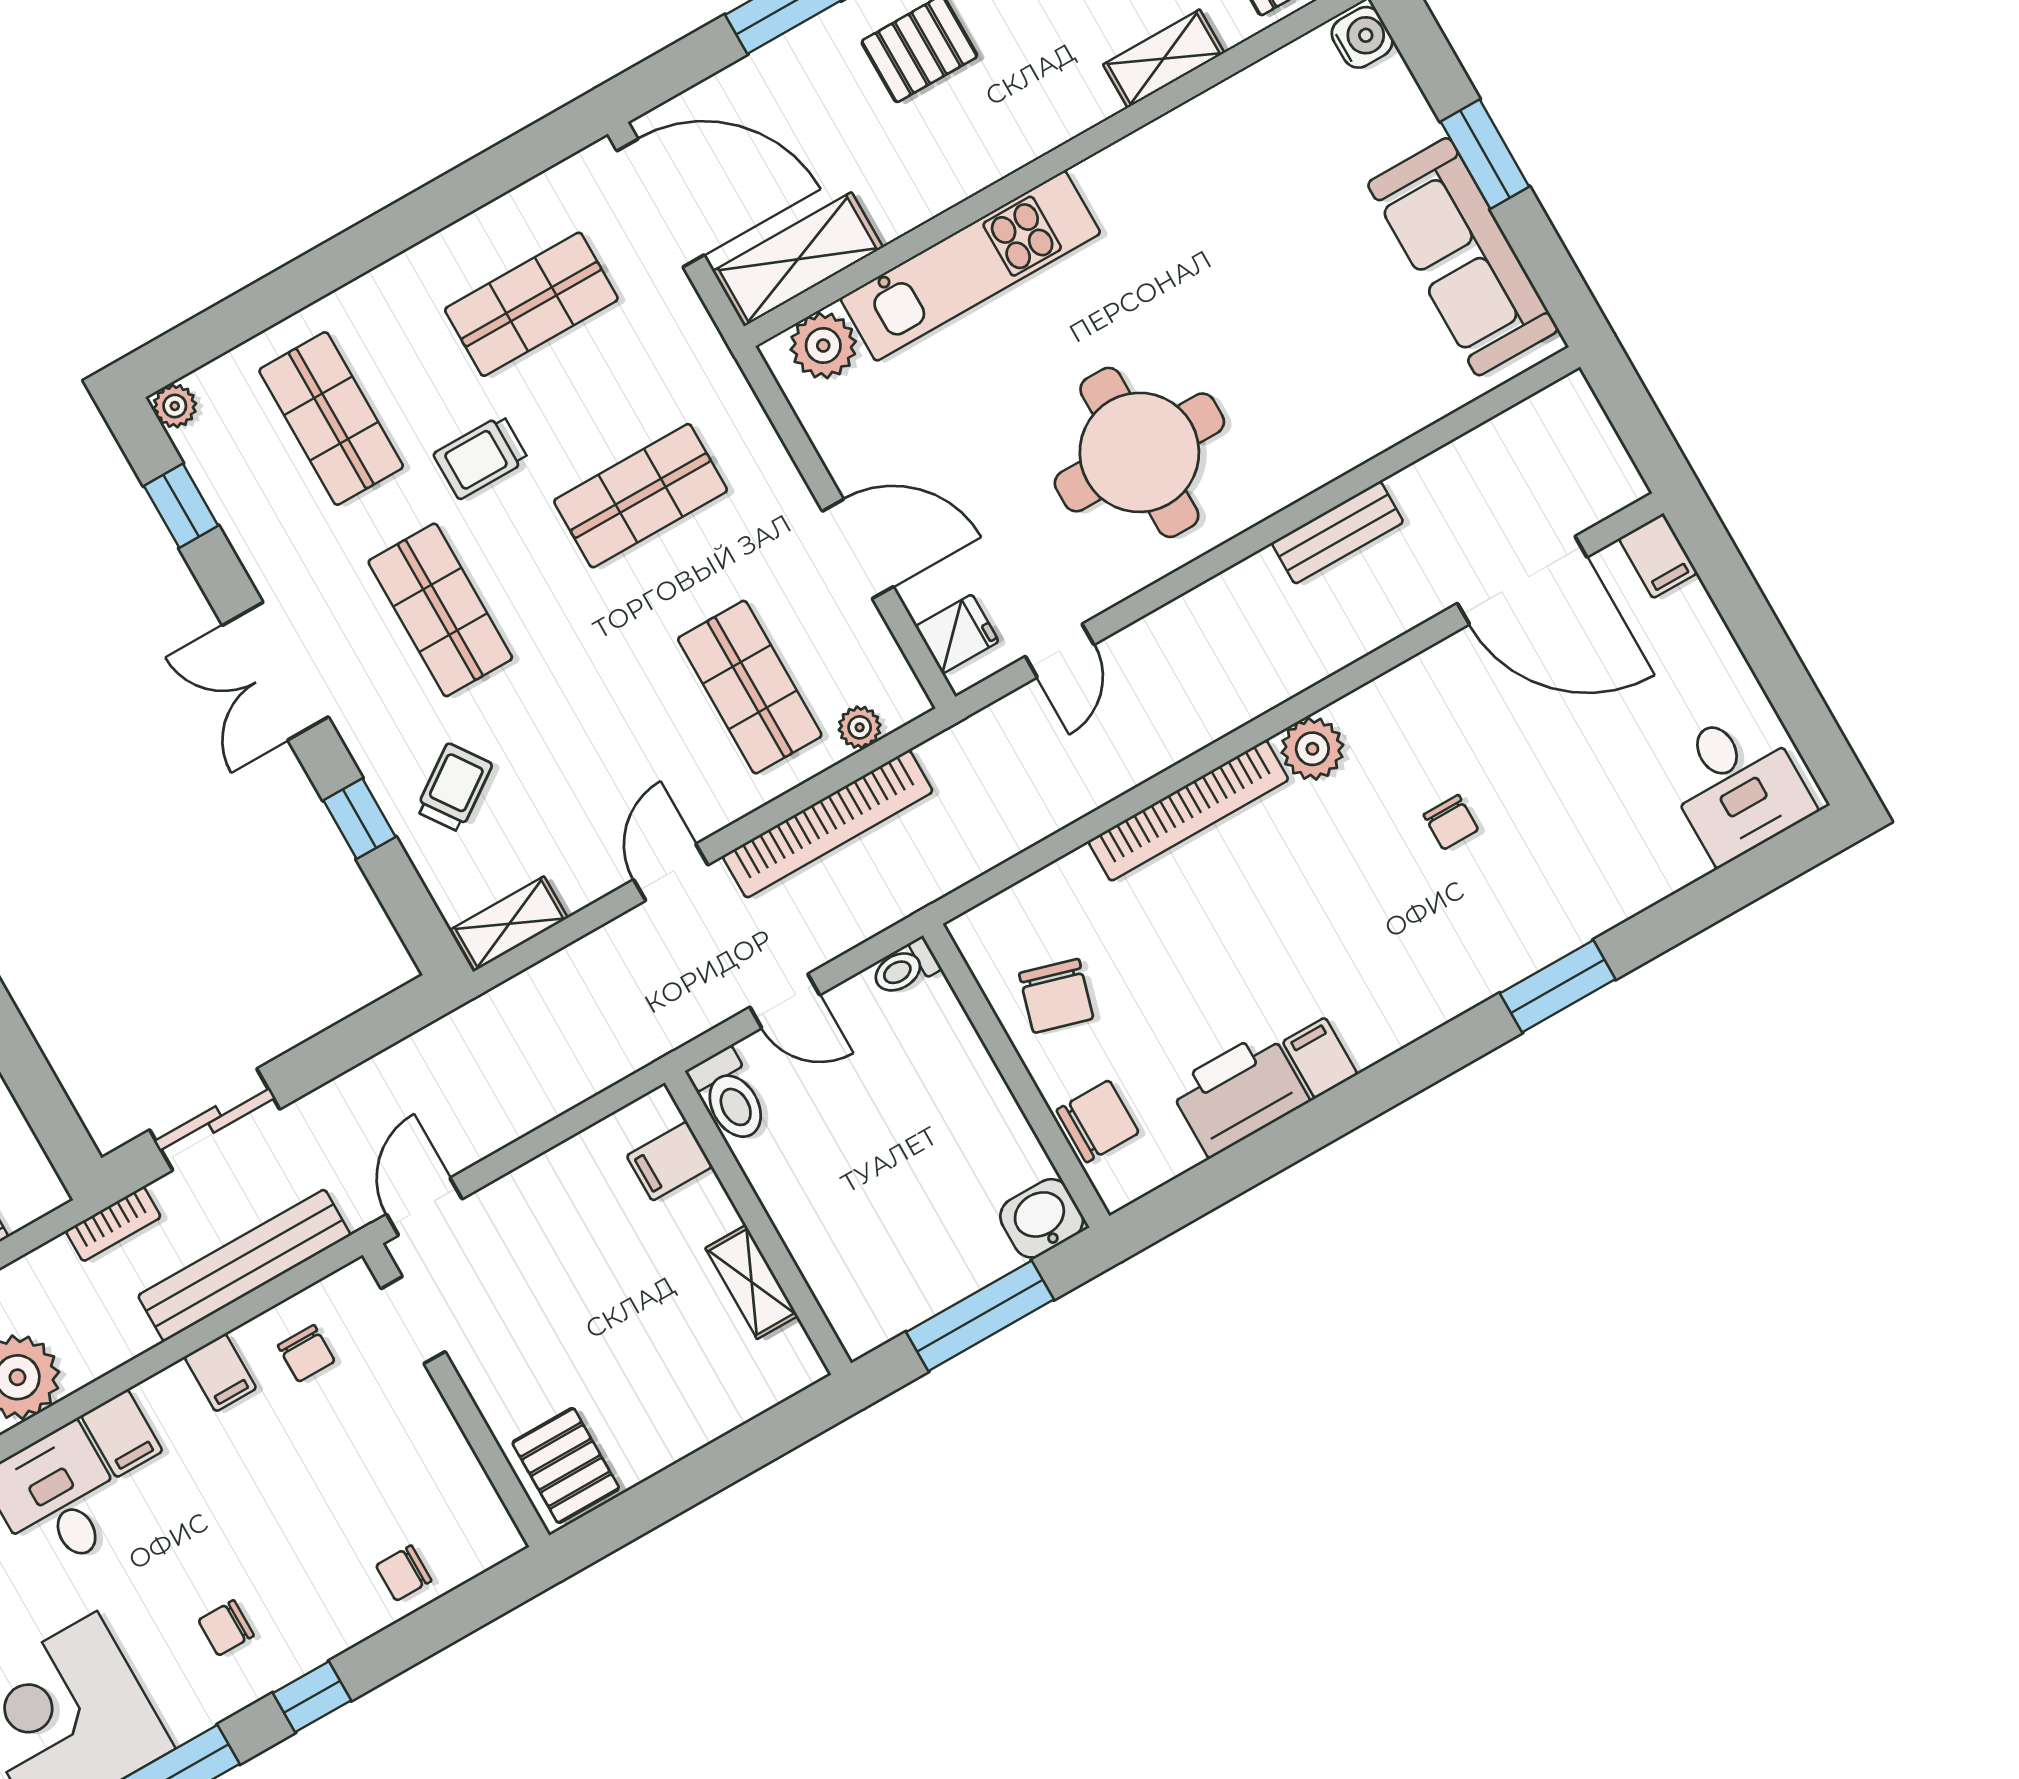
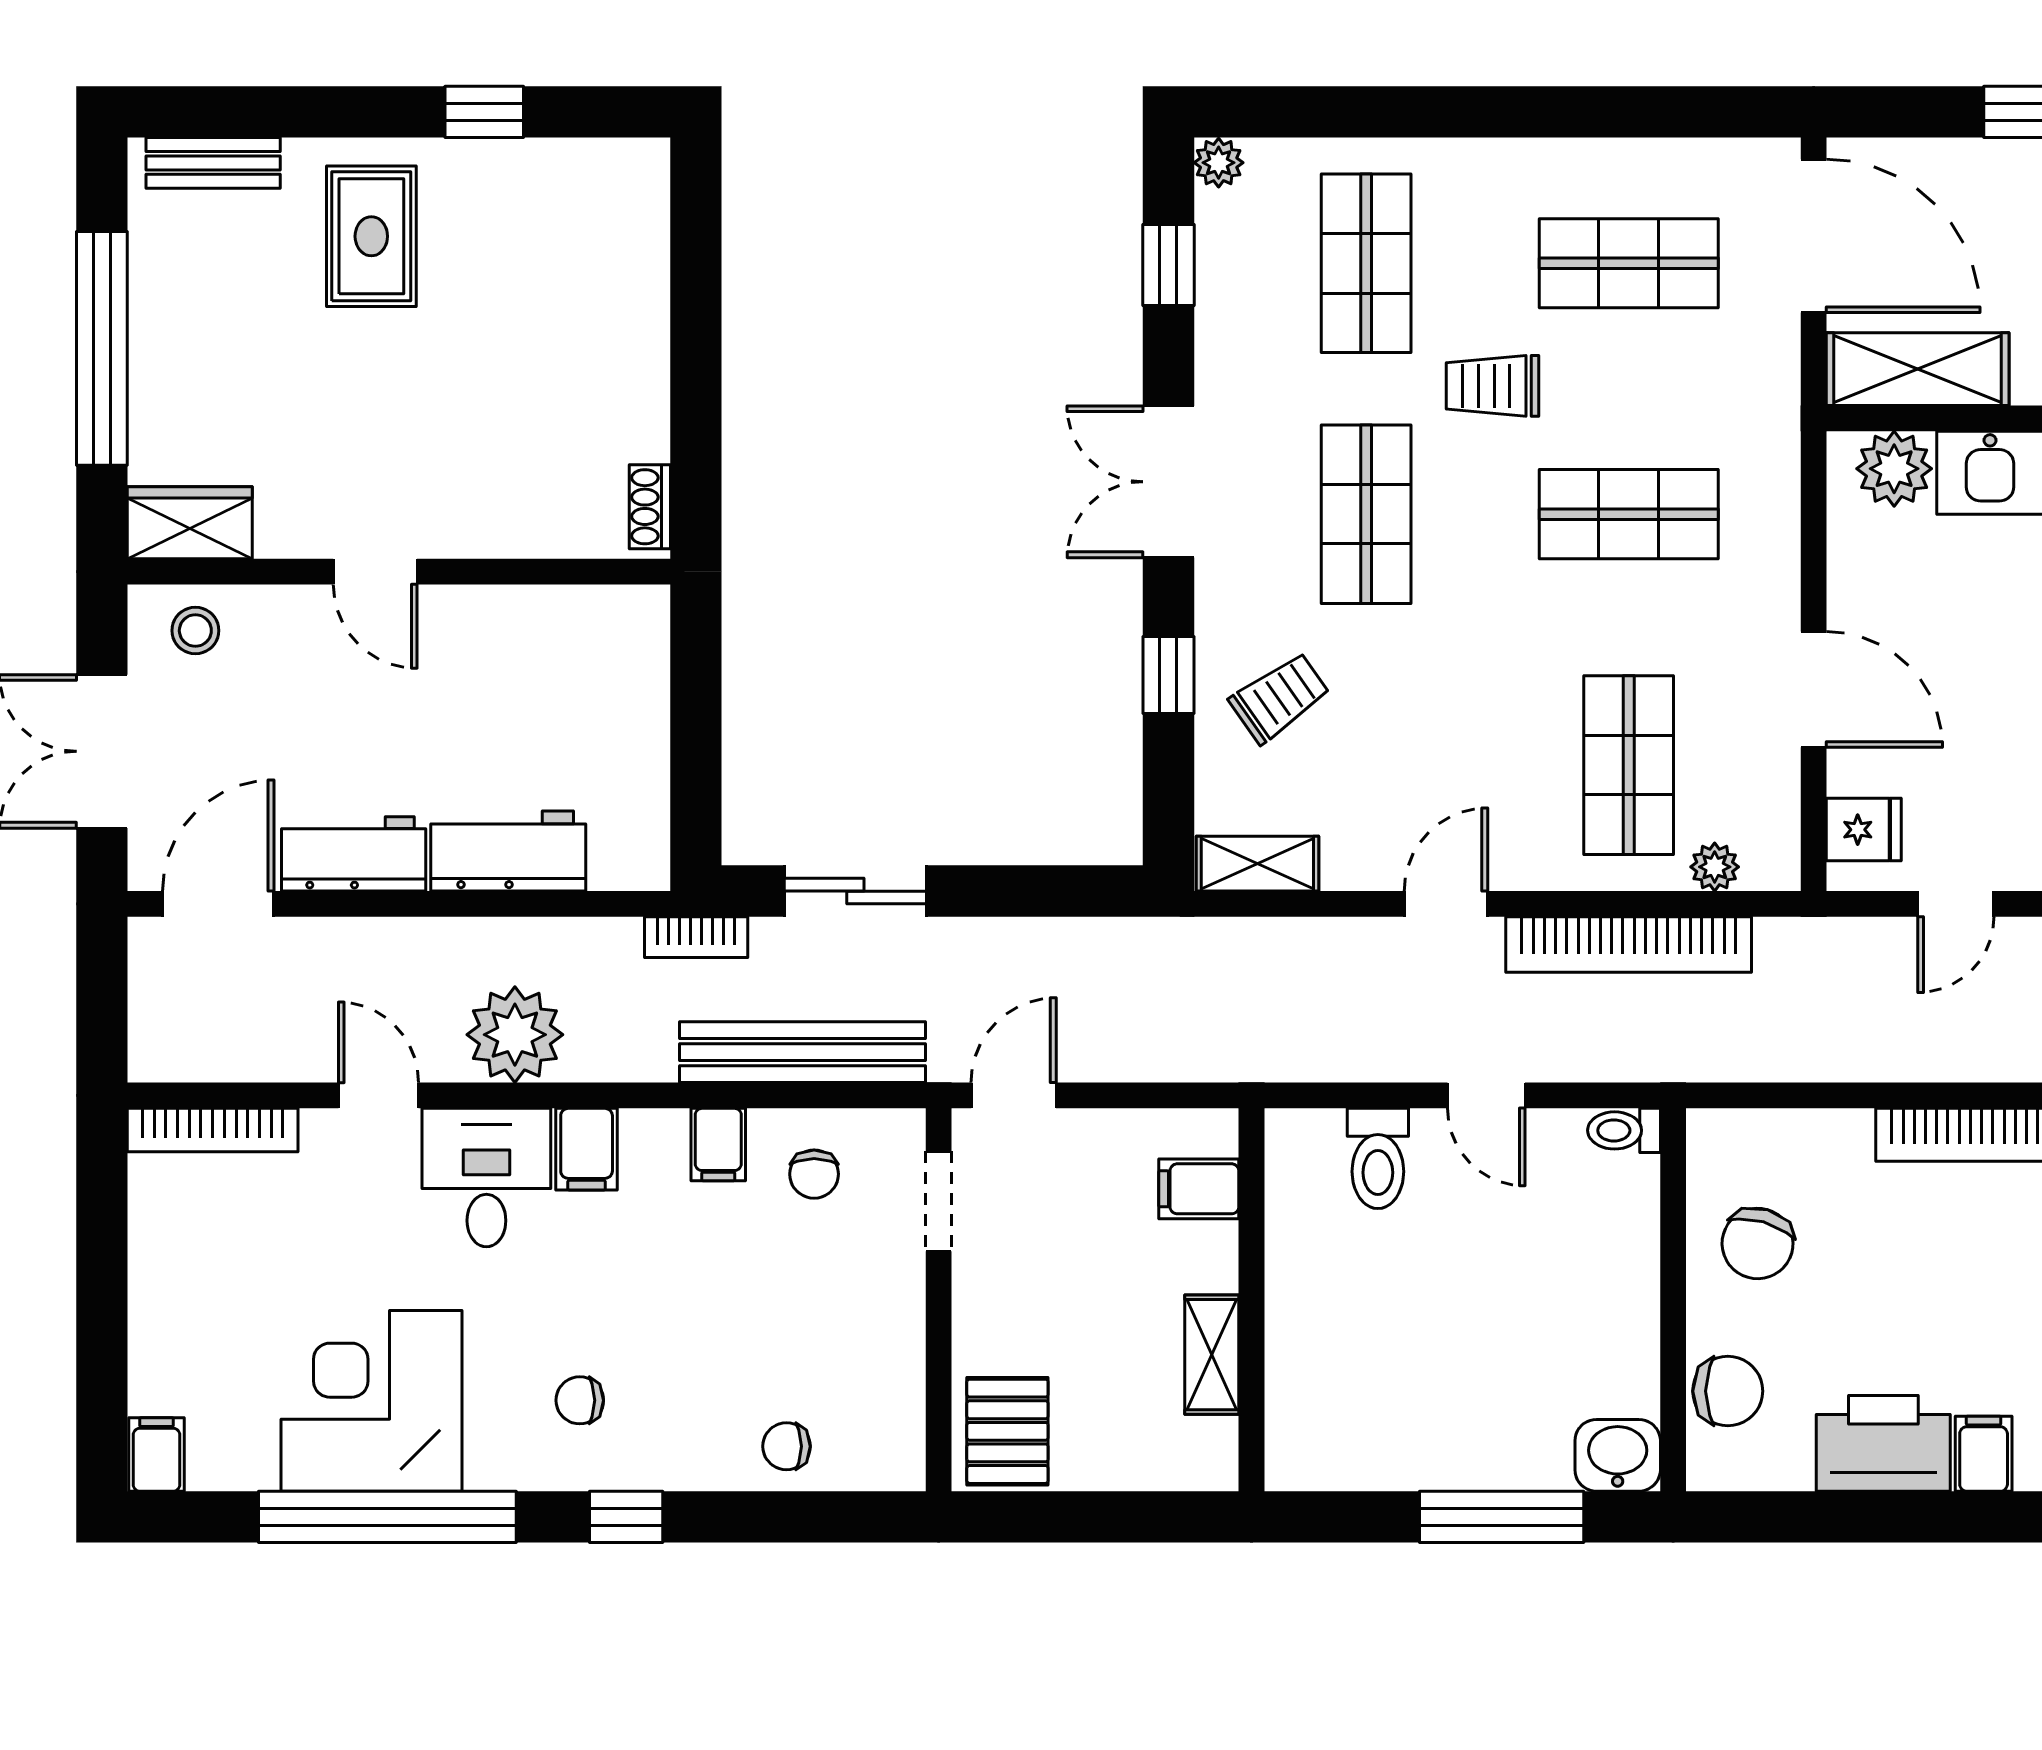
filing cabinet: (670, 1161) -> (1199, 1189), moved
wall: (758, 1223) -> (1252, 1300), moved
shelving: (752, 1282) -> (1212, 1355), moved

